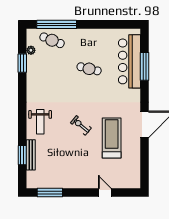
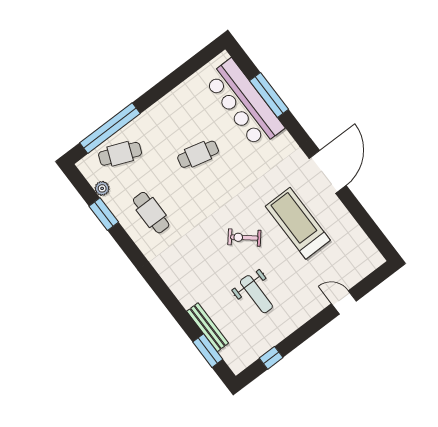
cafe table: (45, 80) -> (151, 213), added
weight bench: (40, 122) -> (256, 294), moved
window: (22, 155) -> (208, 351), moved
window: (50, 193) -> (271, 358), width x0.46

